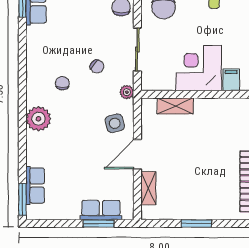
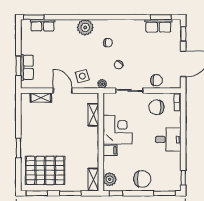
window: (196, 223) -> (18, 148), moved

